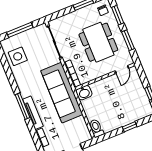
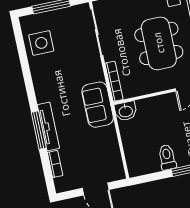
sofa: (62, 93) -> (98, 105), width x0.54, depth x0.79
window: (22, 106) -> (39, 130), moved
toilet: (96, 128) -> (167, 157), moved

